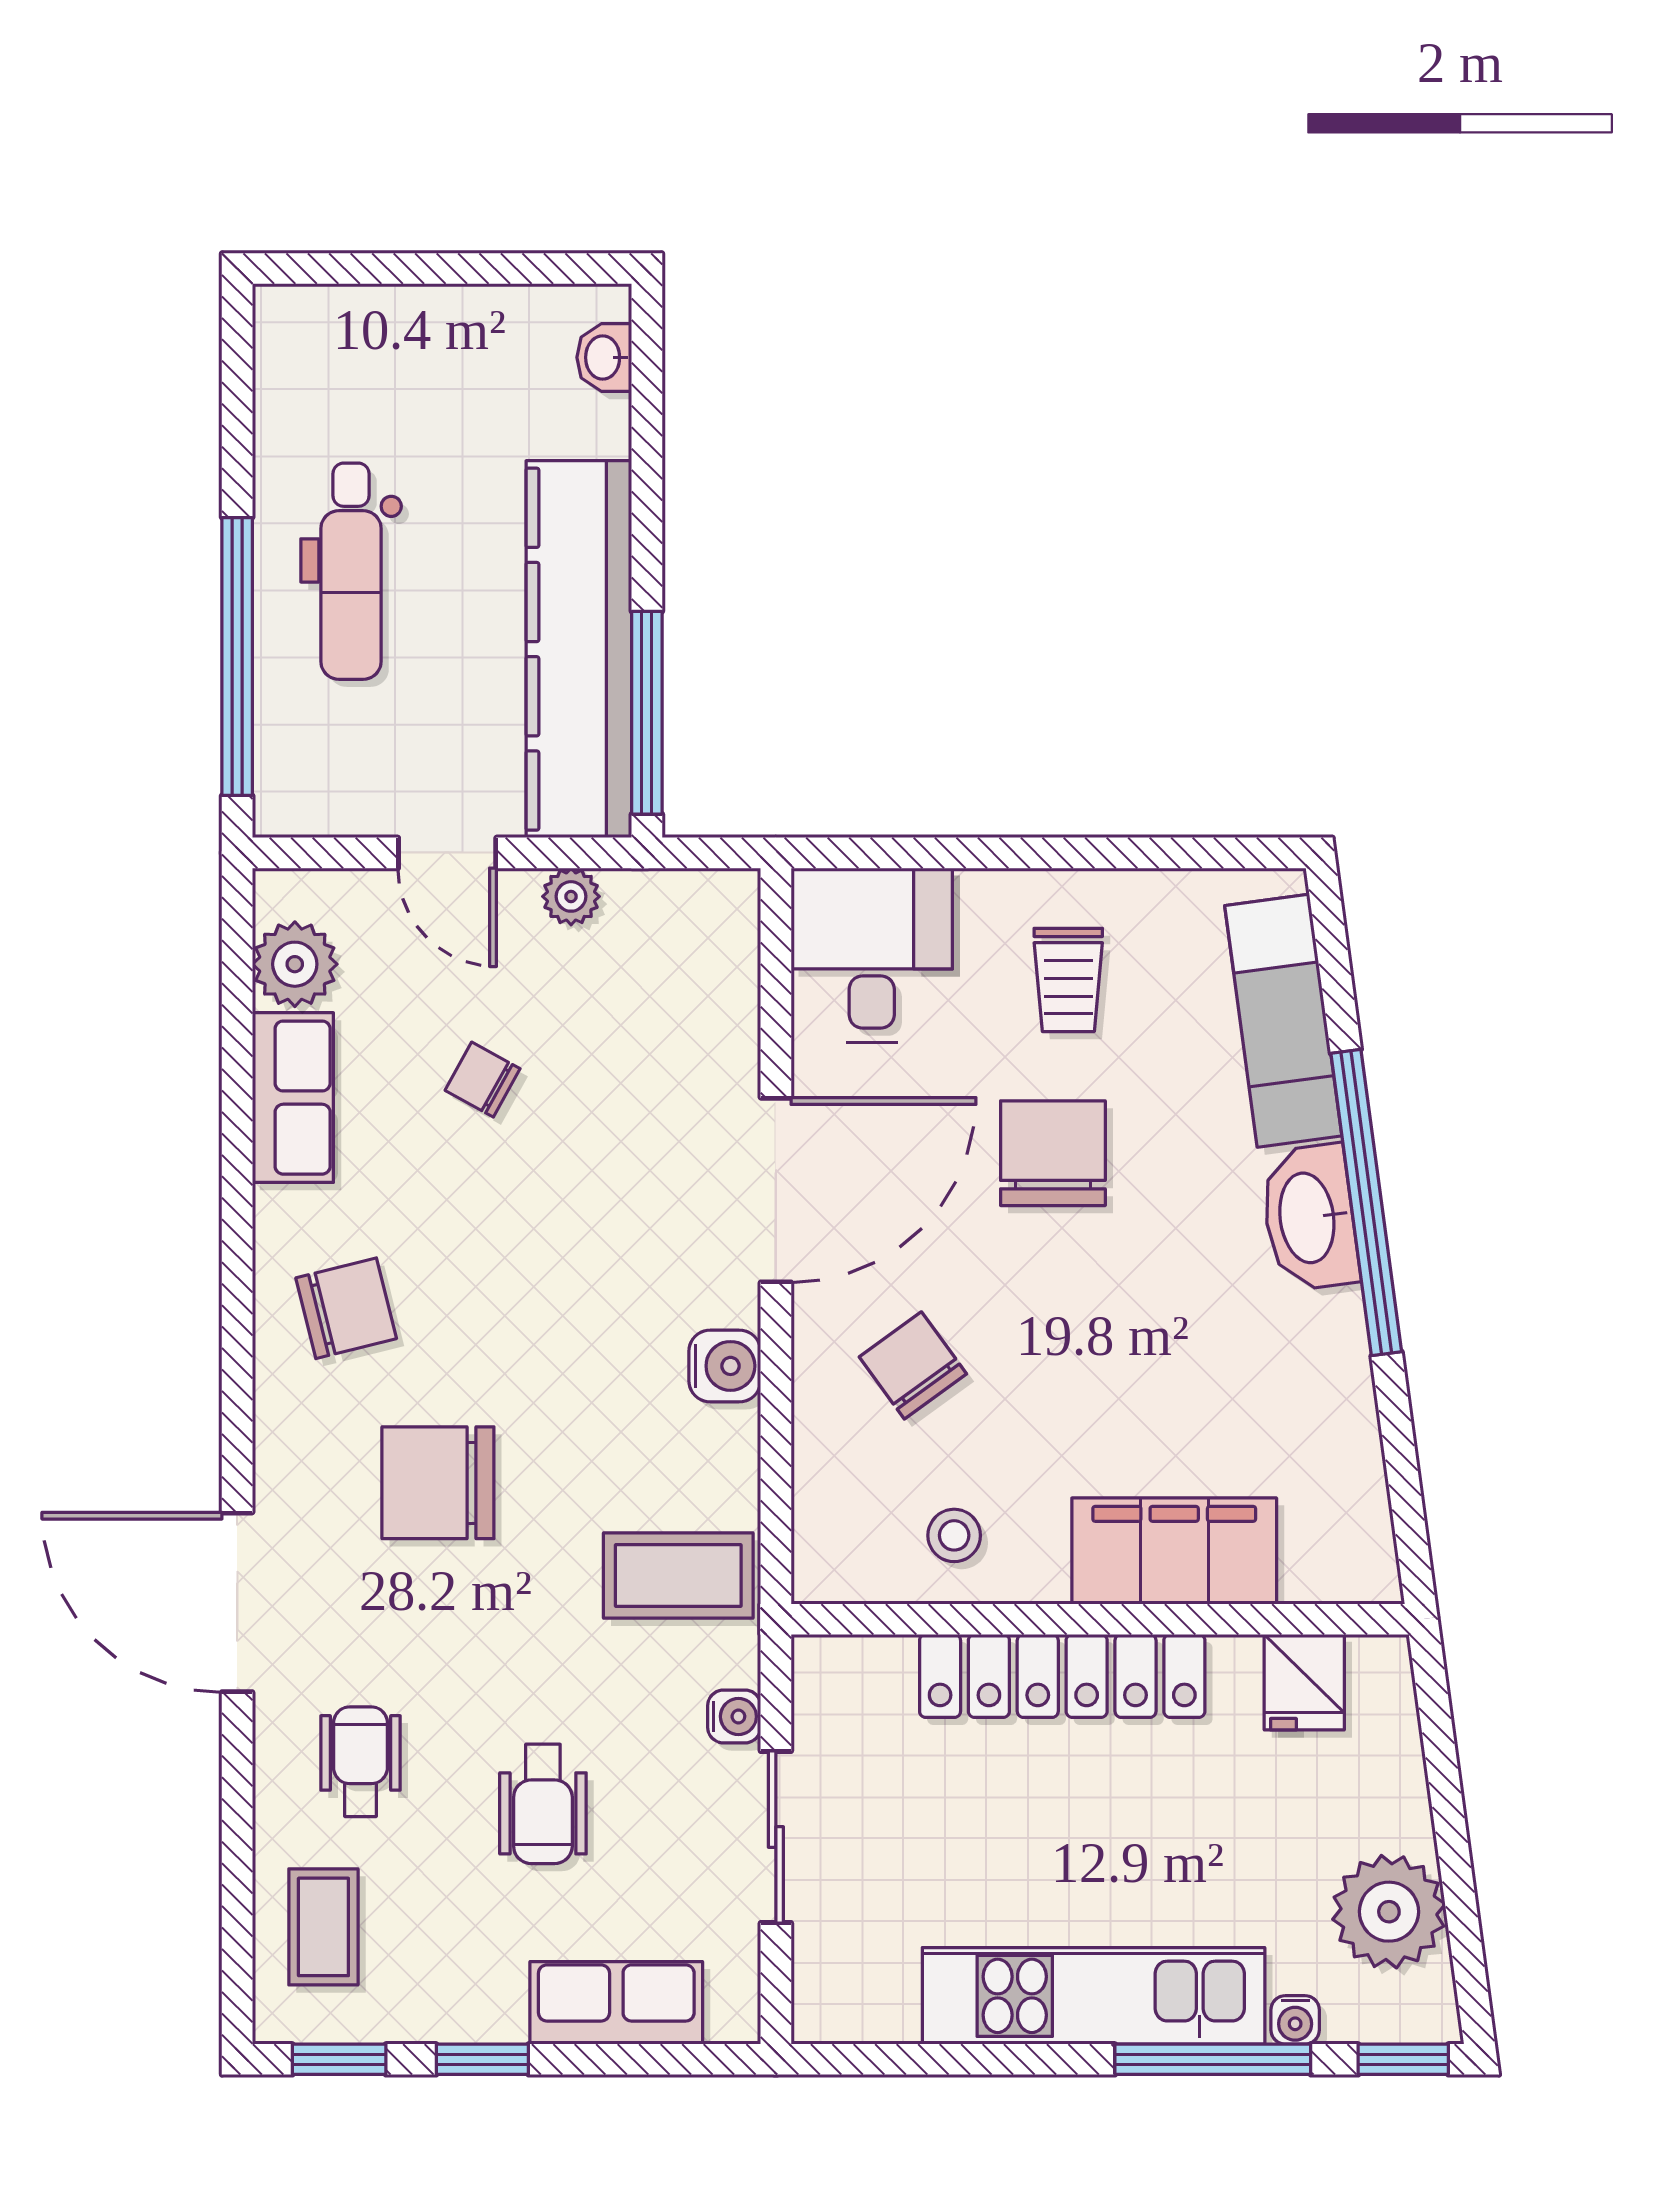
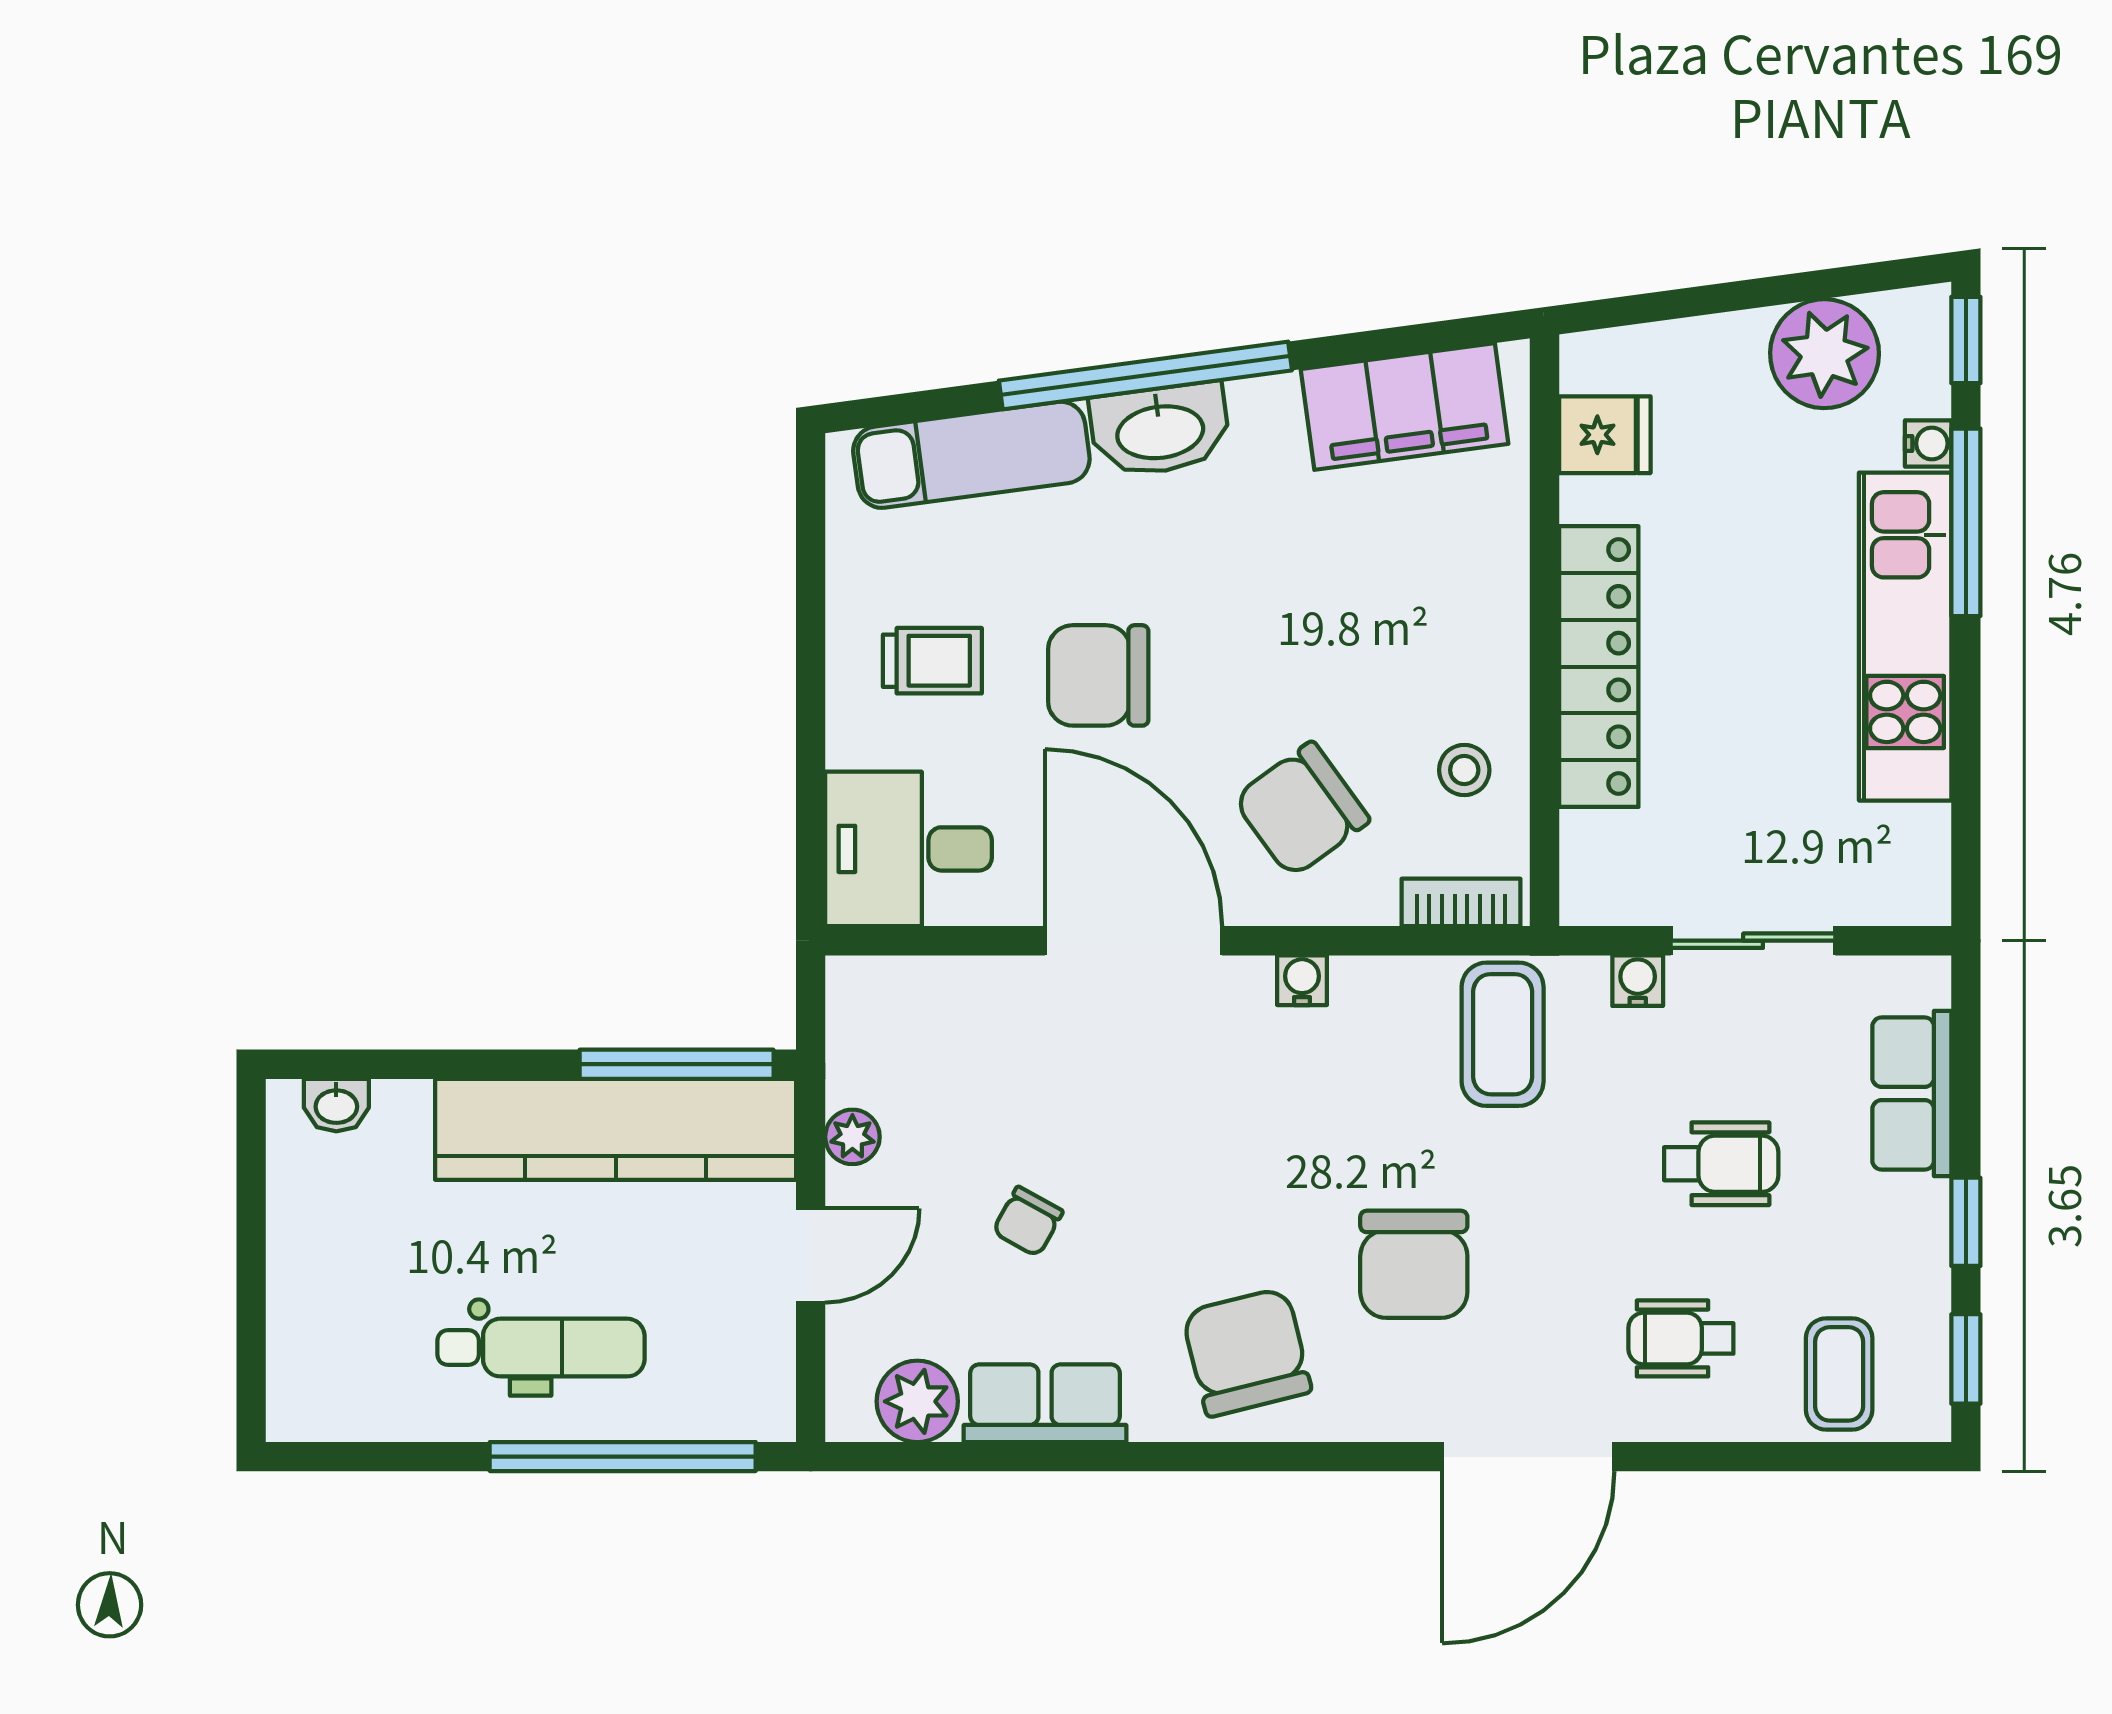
chair: (346, 1308) -> (1247, 1352), width x1.37, depth x1.37
chair: (913, 1365) -> (1301, 810), width x1.37, depth x1.37
water cooler: (725, 1366) -> (1302, 980), width x0.72, depth x0.72
bookcase: (816, 1532) -> (1461, 902), added
filing cabinet: (1174, 1551) -> (1405, 406), moved, turned -98
coffee table: (323, 1927) -> (1839, 1374), turned 90

